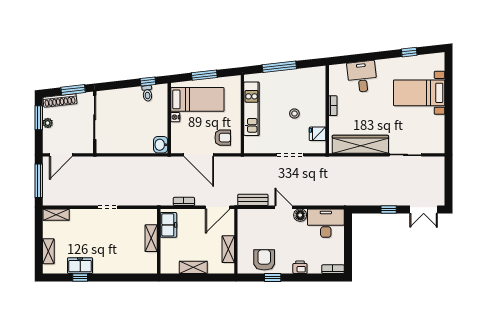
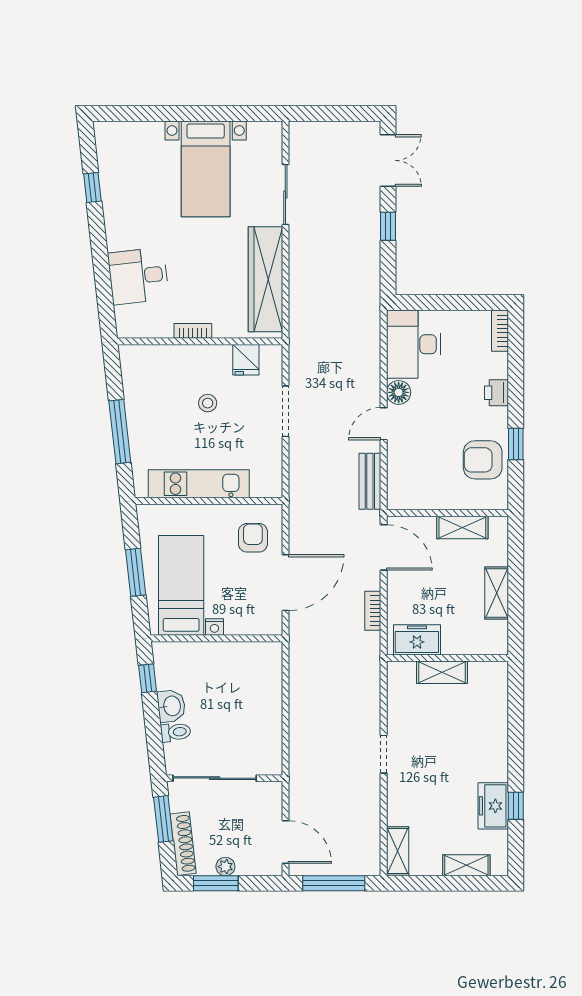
toilet: (147, 93) -> (176, 732), moved
bed with nightstands: (419, 93) -> (206, 169), moved
washbasin: (161, 145) -> (171, 706), moved, turned -96

